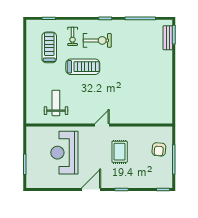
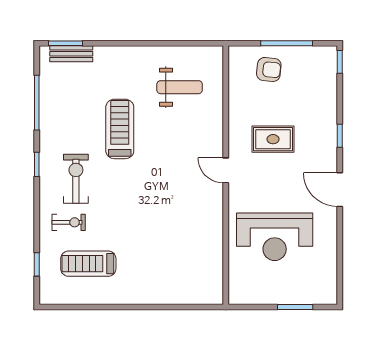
treadmill: (83, 67) -> (120, 129), moved
weight bench: (56, 103) -> (180, 87), moved, turned 180

